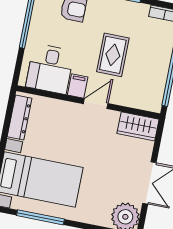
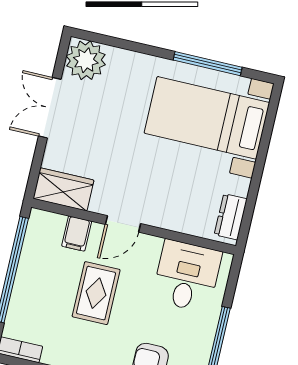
filing cabinet: (78, 86) -> (77, 234), moved
dresser: (20, 118) -> (231, 217), width x0.70

